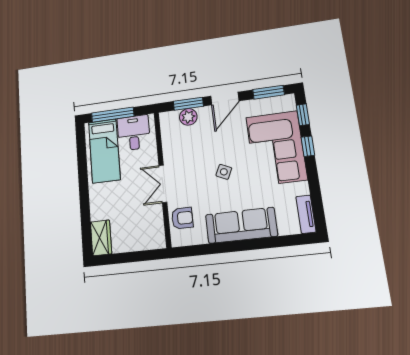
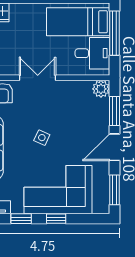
door: (225, 98) -> (114, 147), hinge flipped
window: (303, 115) -> (21, 219), moved
plant: (188, 117) -> (101, 89), moved

